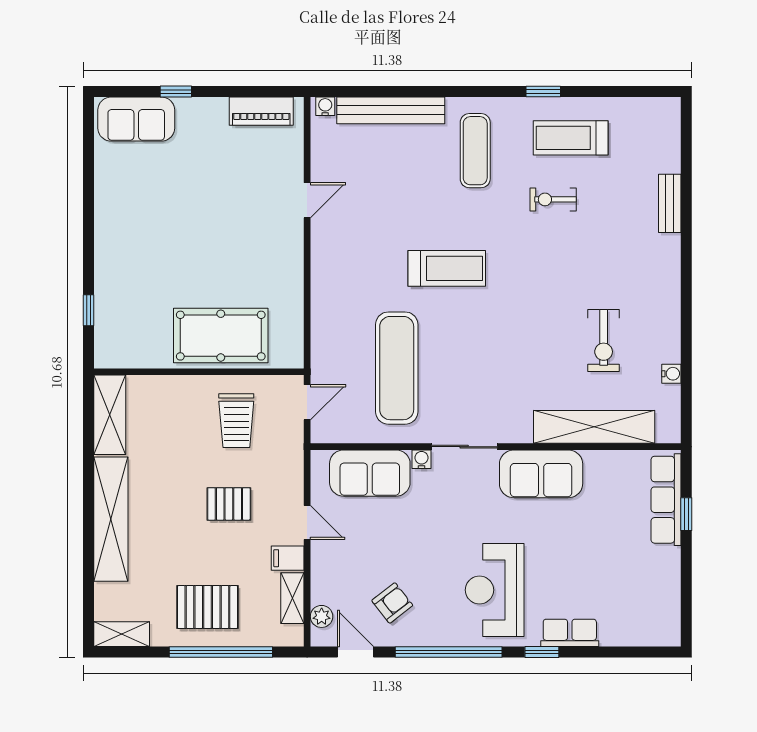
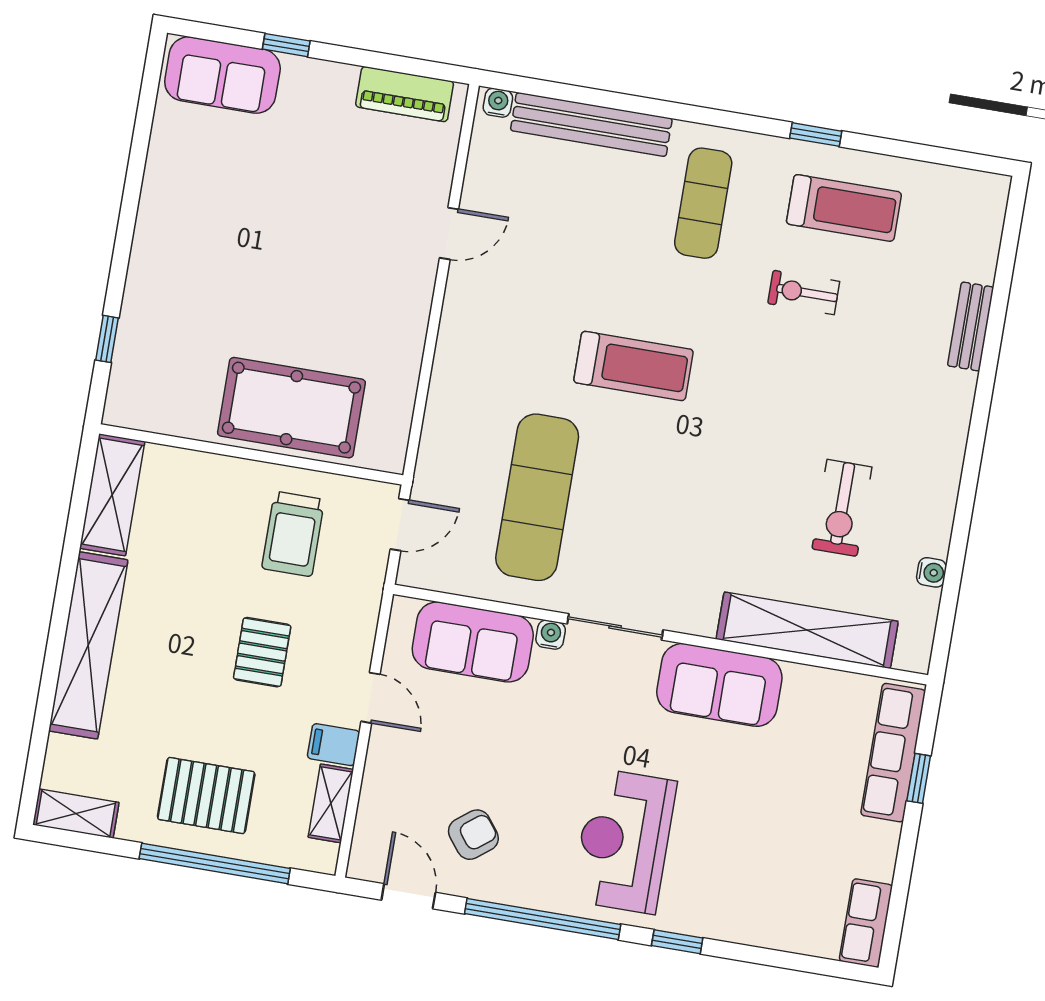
treadmill: (571, 138) -> (844, 208), turned 180
pallet: (229, 504) -> (262, 652), turned 90
plant: (322, 616) -> (368, 837), removed
row of seats: (570, 633) -> (866, 923), moved, turned -90

